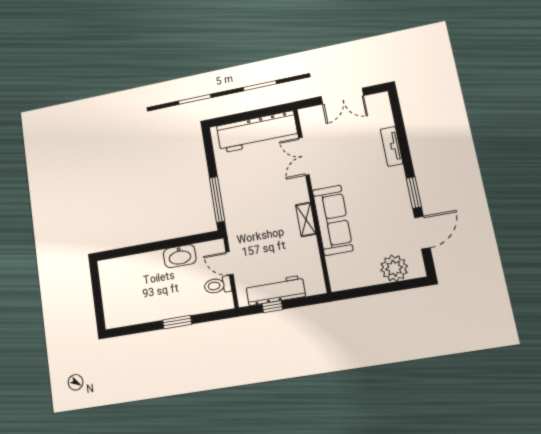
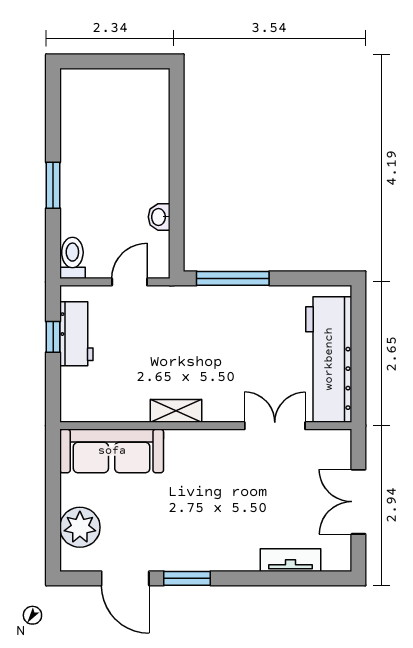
tv unit: (392, 146) -> (291, 560), moved
sofa: (333, 220) -> (112, 451), moved
washbasin: (180, 256) -> (159, 217), width x0.52, depth x0.69
toilet: (218, 285) -> (72, 258), moved
workbench: (275, 290) -> (76, 334), width x0.73

